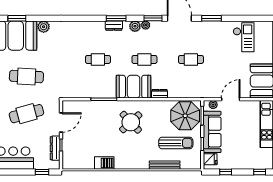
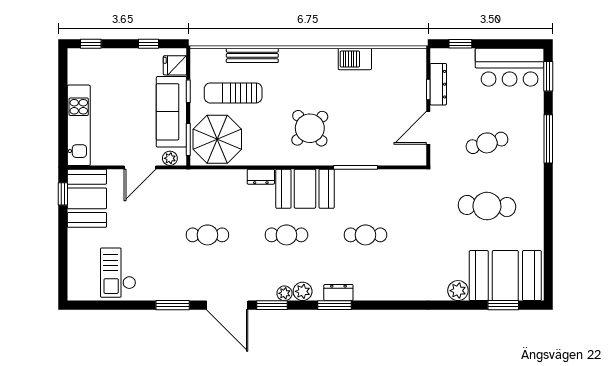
cafe table: (26, 114) -> (487, 143), width x0.73, depth x0.74

